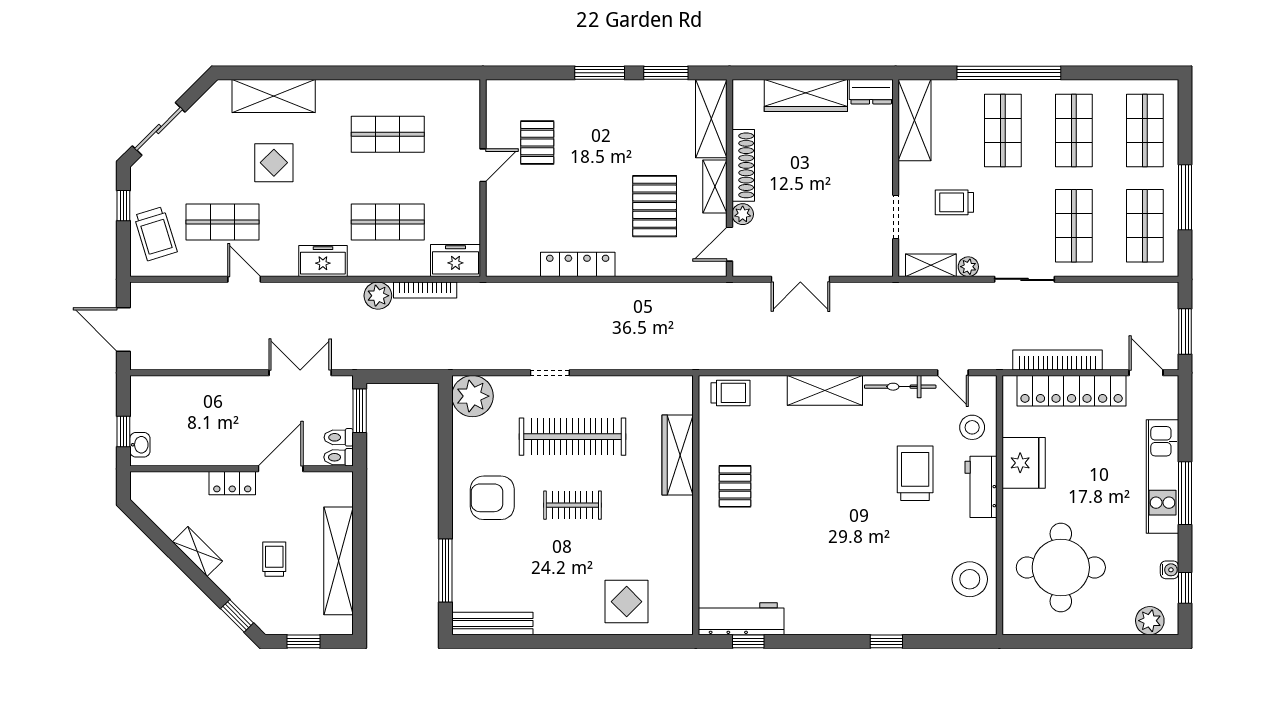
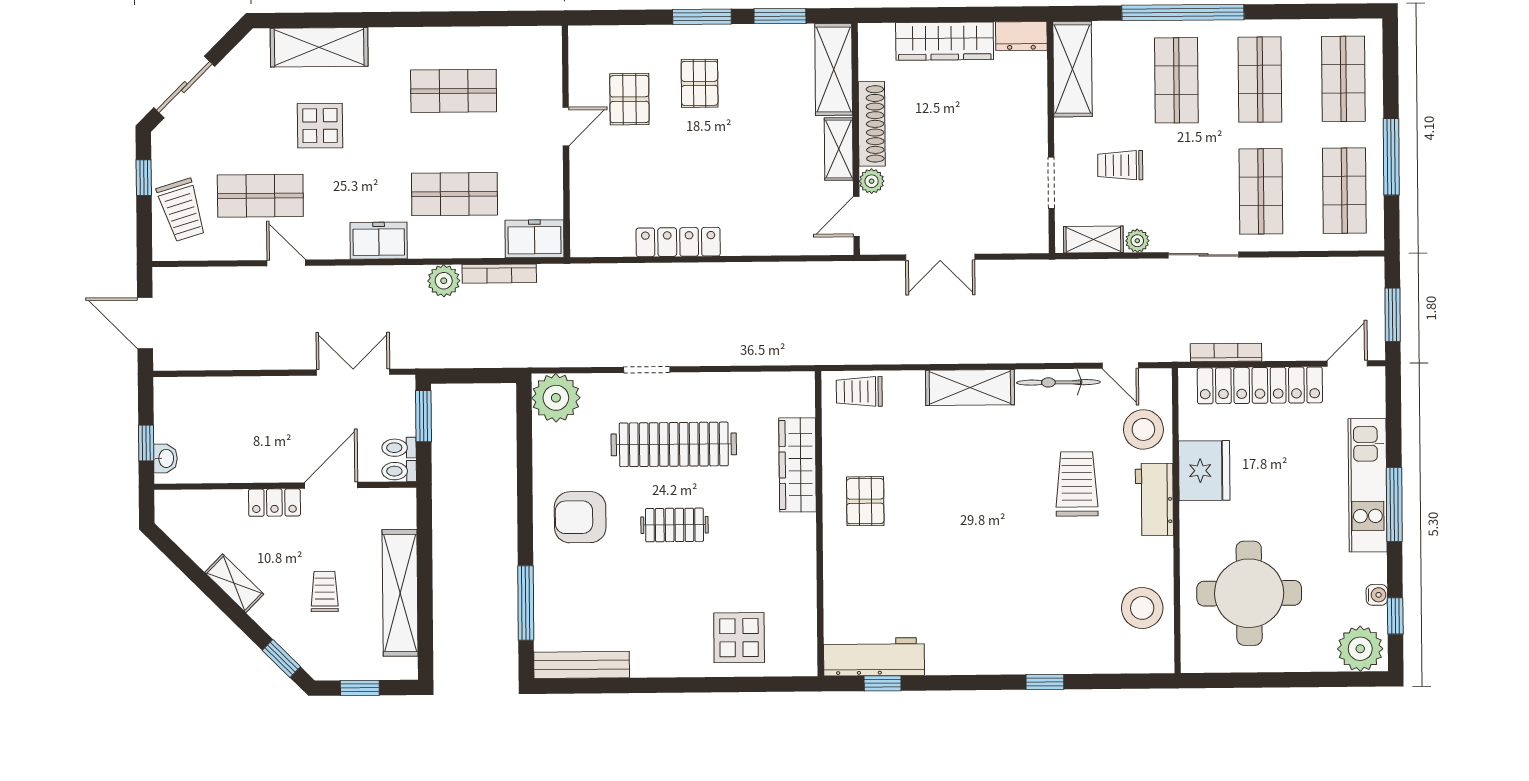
pallet: (655, 206) -> (700, 83), moved, width x0.67, depth x0.71
bookcase: (1058, 360) -> (1226, 352), width x0.68, depth x0.76
door: (1146, 373) -> (1347, 363), hinge flipped
trolley: (731, 393) -> (859, 392), turned 180
stool: (972, 427) -> (1143, 429), width x1.38, depth x1.38
plant: (1150, 621) -> (1360, 649), width x1.36, depth x1.36

